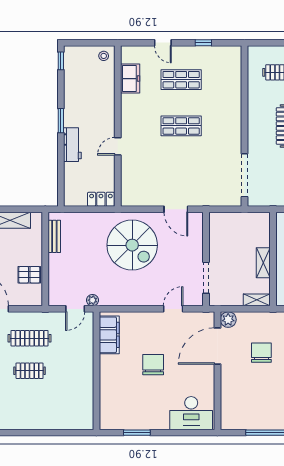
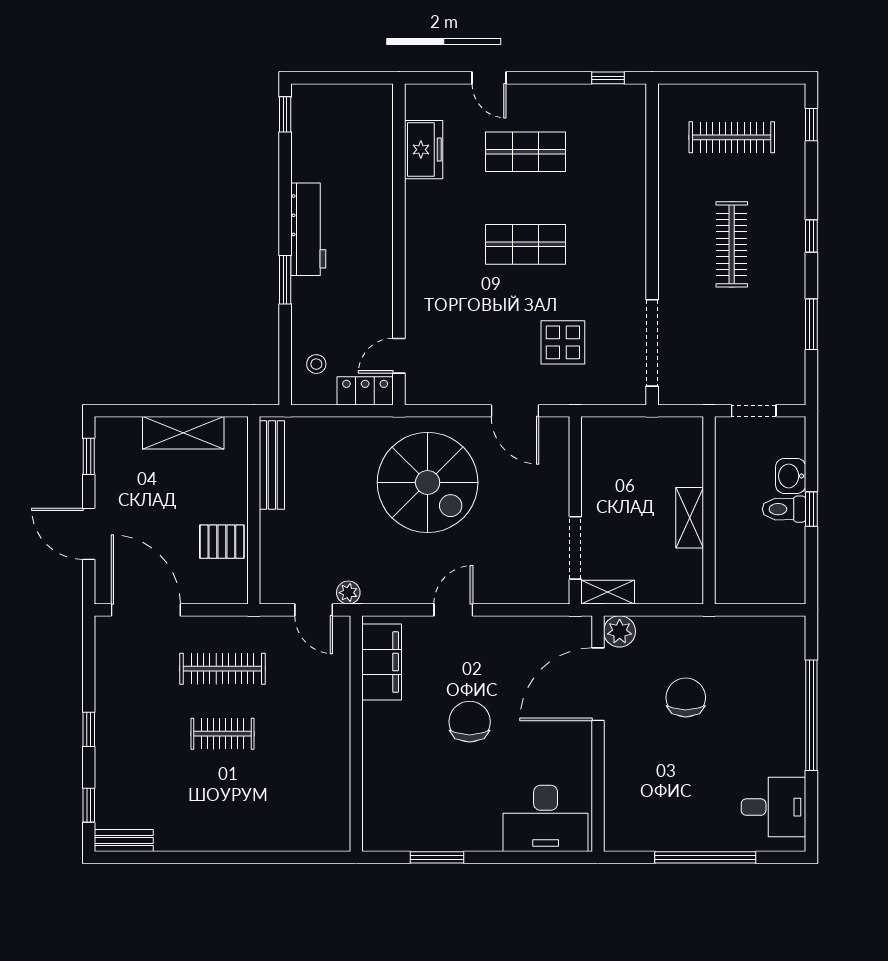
window: (203, 43) -> (608, 78), moved
stool: (104, 56) -> (316, 364), moved
window: (61, 121) -> (285, 280), moved
workbench: (72, 145) -> (308, 229), moved, width x1.37
door: (118, 146) -> (399, 356), moved
display table: (200, 175) -> (563, 342), added
bench: (54, 236) -> (272, 465), width x1.36
shelving: (257, 300) -> (608, 592), moved
door: (75, 309) -> (314, 610), hinge flipped
door: (173, 309) -> (453, 610), moved

